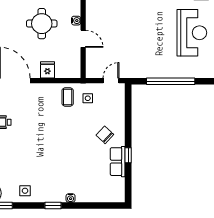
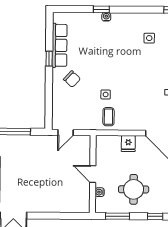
side table: (88, 98) -> (106, 94), moved
row of seats: (118, 162) -> (60, 45), width x1.48
side table: (25, 191) -> (149, 38), moved
window: (53, 206) -> (101, 9), moved

